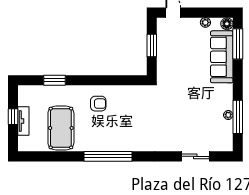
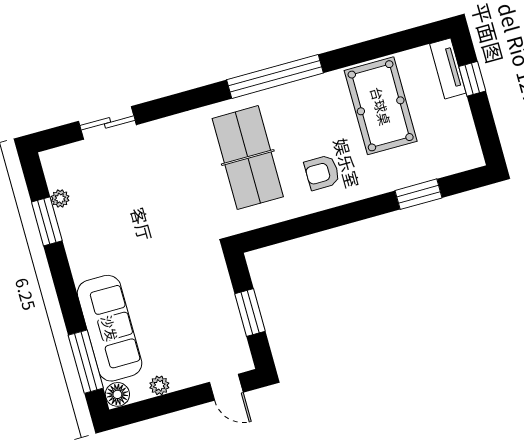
plant: (228, 115) -> (60, 198), moved
window: (13, 117) -> (472, 79), moved
window: (238, 117) -> (47, 221), width x0.69
tv unit: (23, 121) -> (448, 68), moved
table tennis table: (132, 121) -> (248, 158), added

